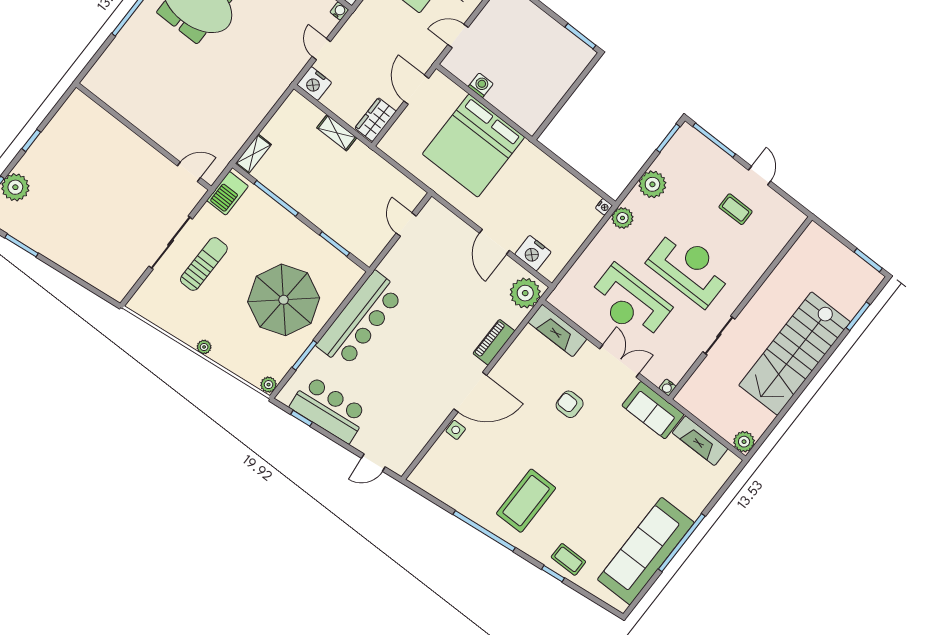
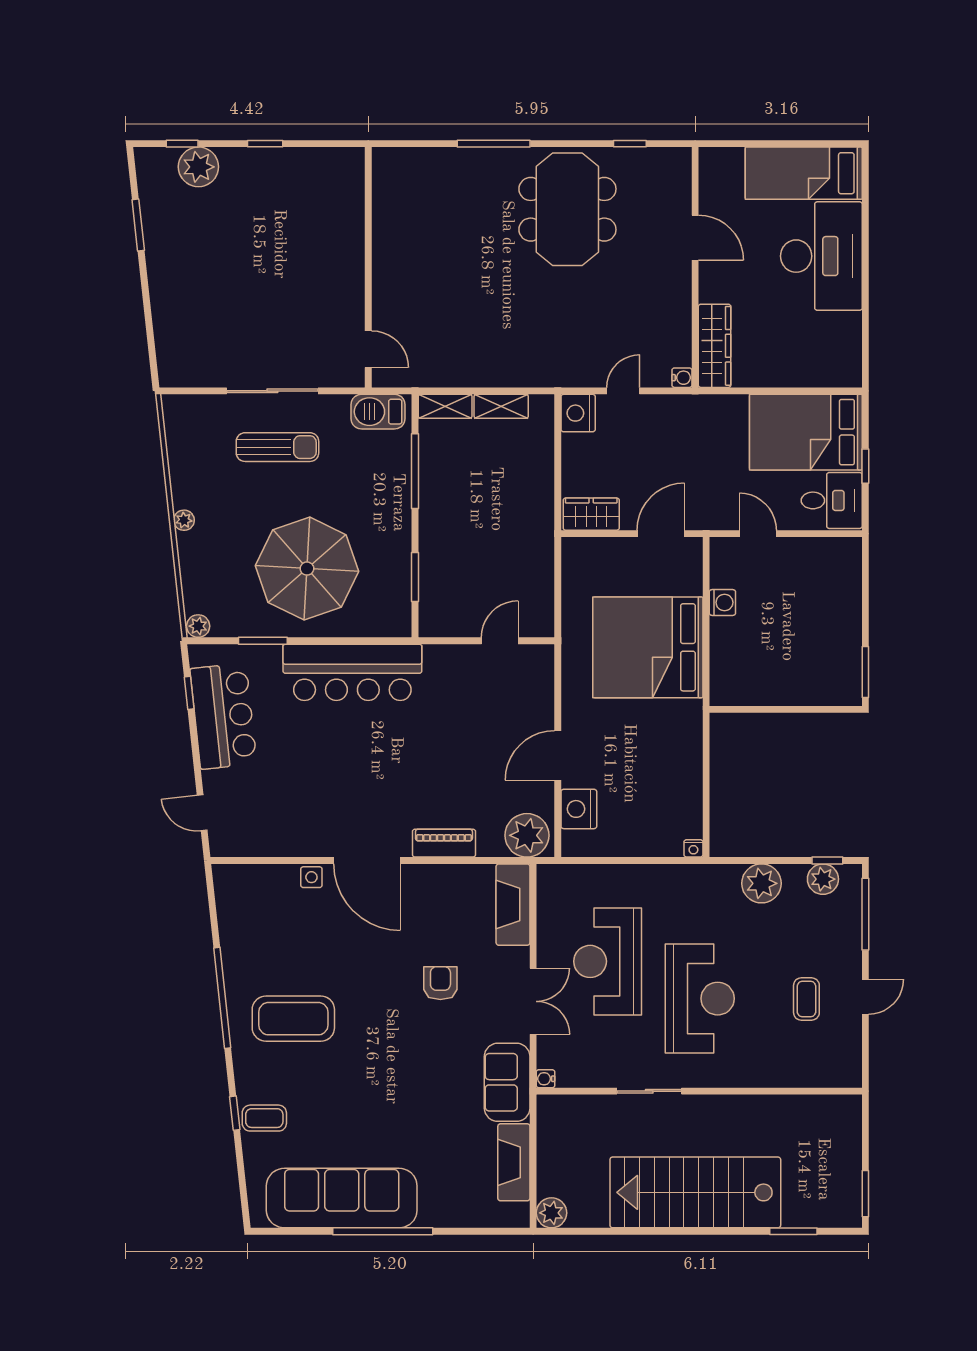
shelving: (337, 133) -> (501, 406), moved, turned 90
window: (668, 138) -> (827, 860), width x0.67
plant: (622, 218) -> (823, 879), moved
coffee table: (568, 559) -> (264, 1118), turned 90

